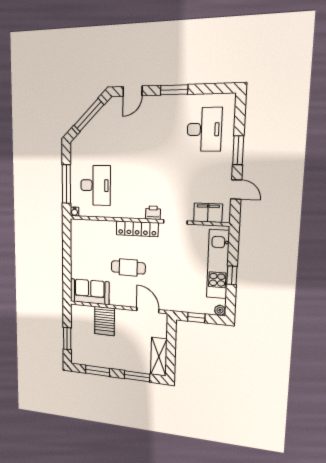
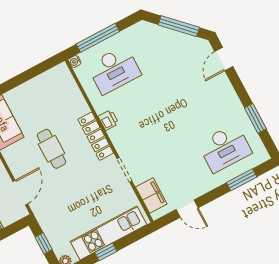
window: (174, 90) -> (255, 118), moved
door: (132, 91) -> (224, 59), hinge flipped
window: (238, 150) -> (242, 180), moved
door: (236, 189) -> (187, 209), hinge flipped
printer: (153, 213) -> (108, 120), moved

